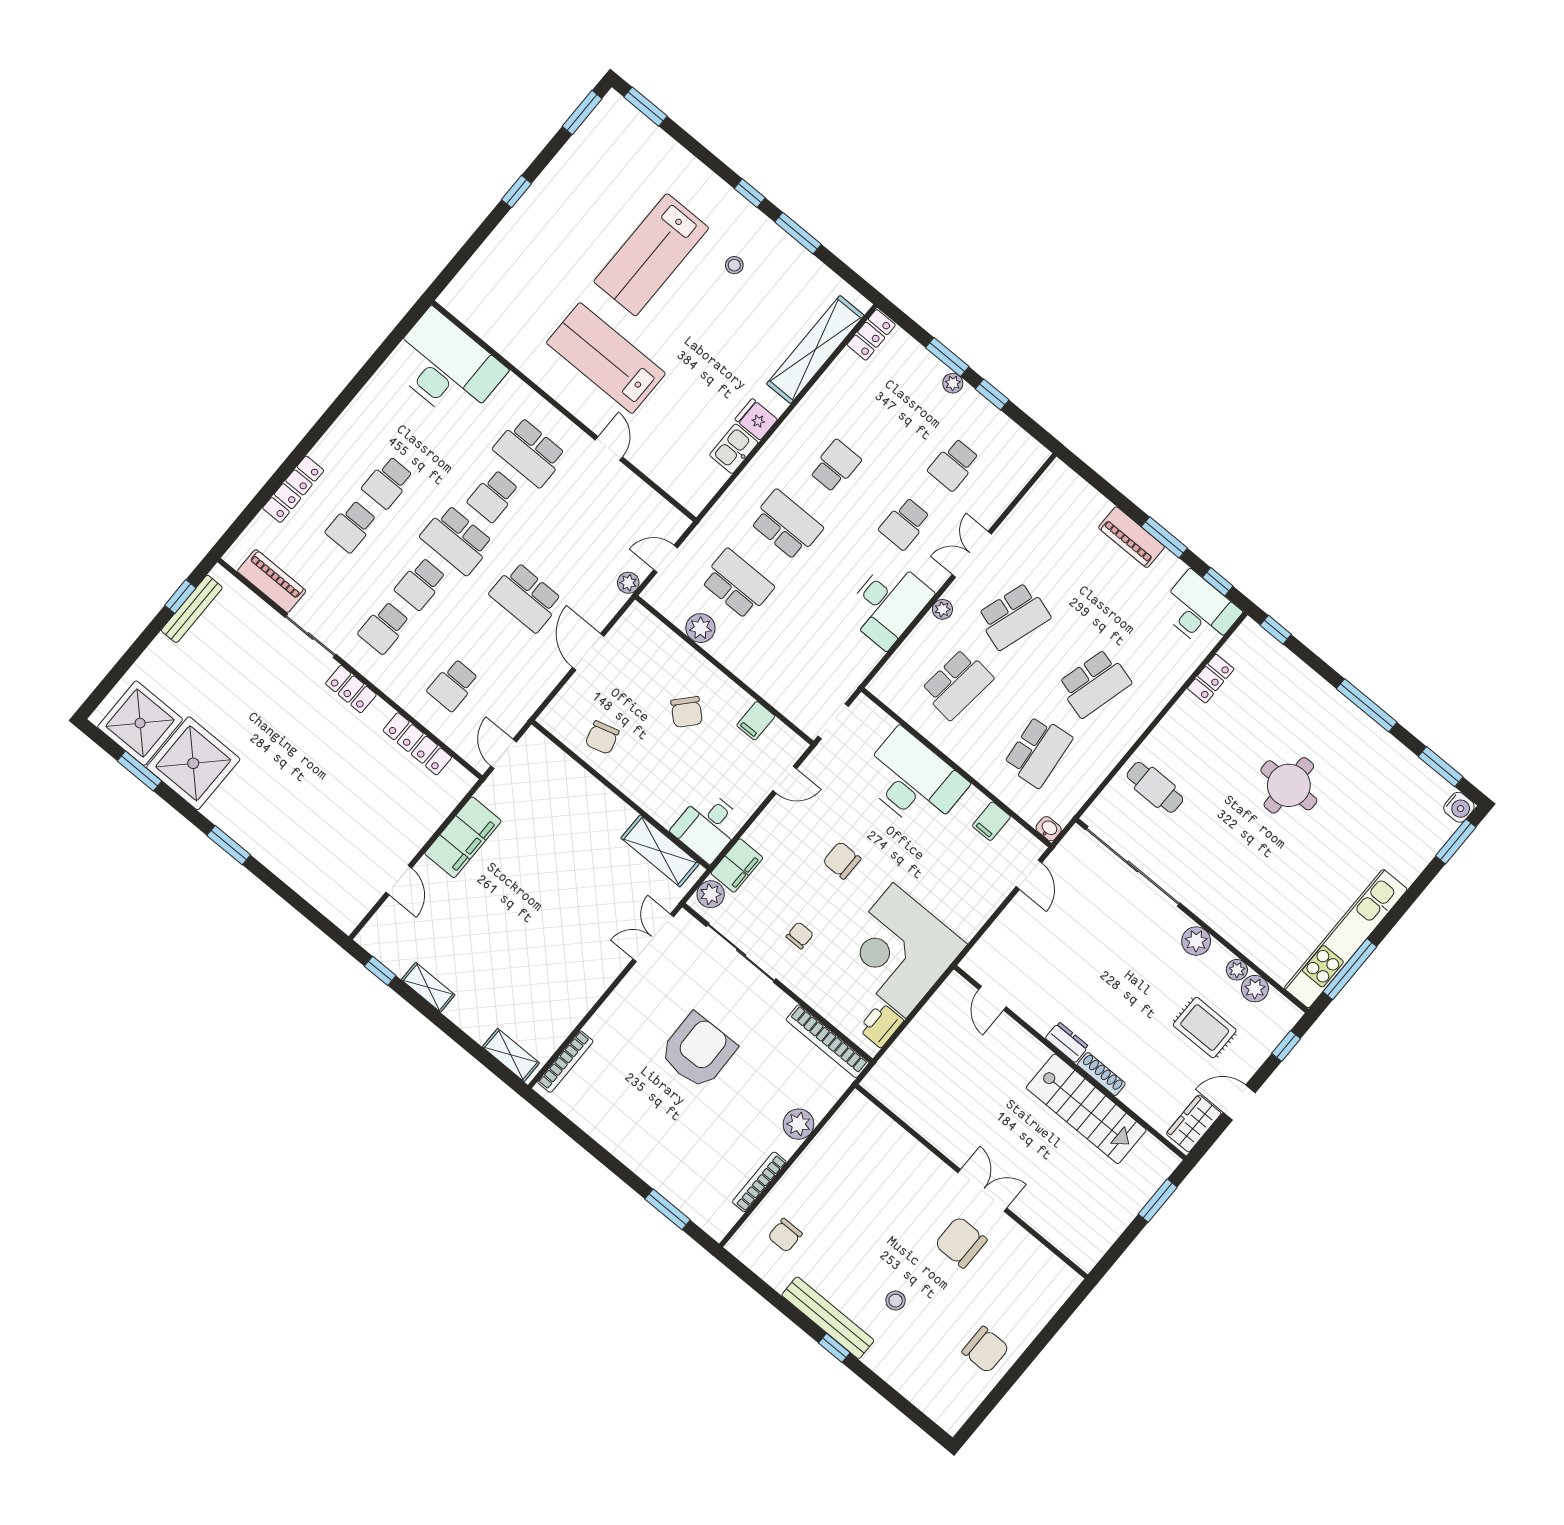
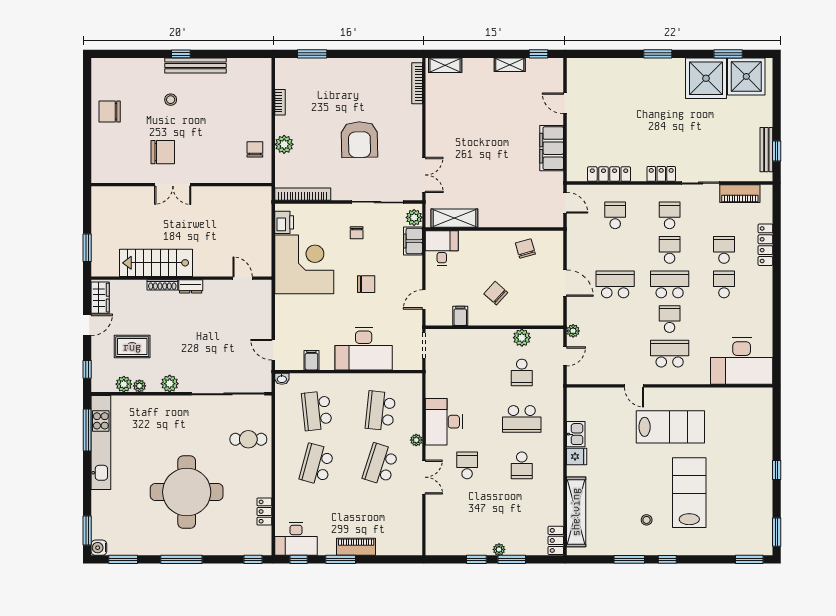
school desk: (954, 465) -> (467, 512), removed
school desk: (737, 584) -> (522, 372), width x0.54
round table: (1289, 785) -> (187, 492), width x1.86, depth x1.86
bookcase: (759, 1182) -> (280, 102), width x0.64
chair: (785, 1235) -> (255, 149), moved

